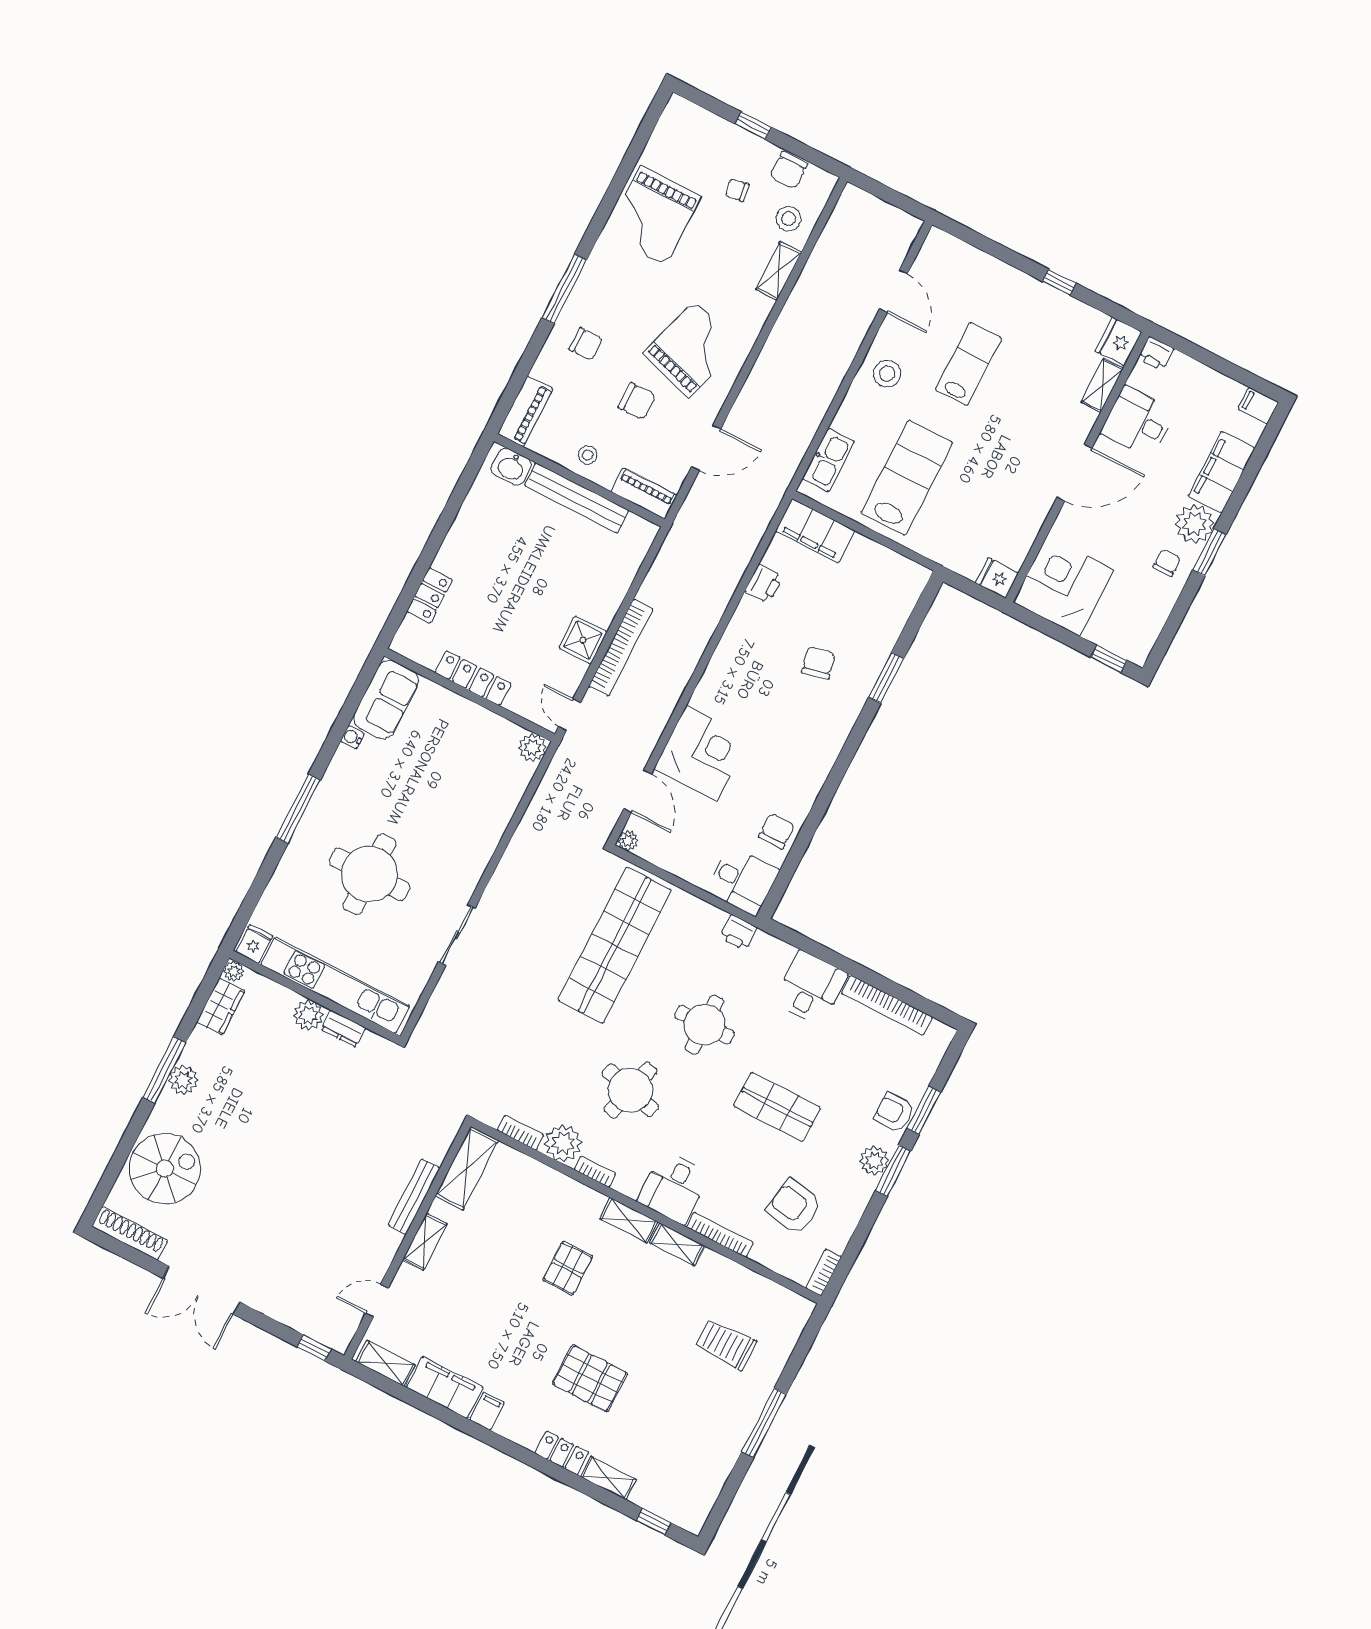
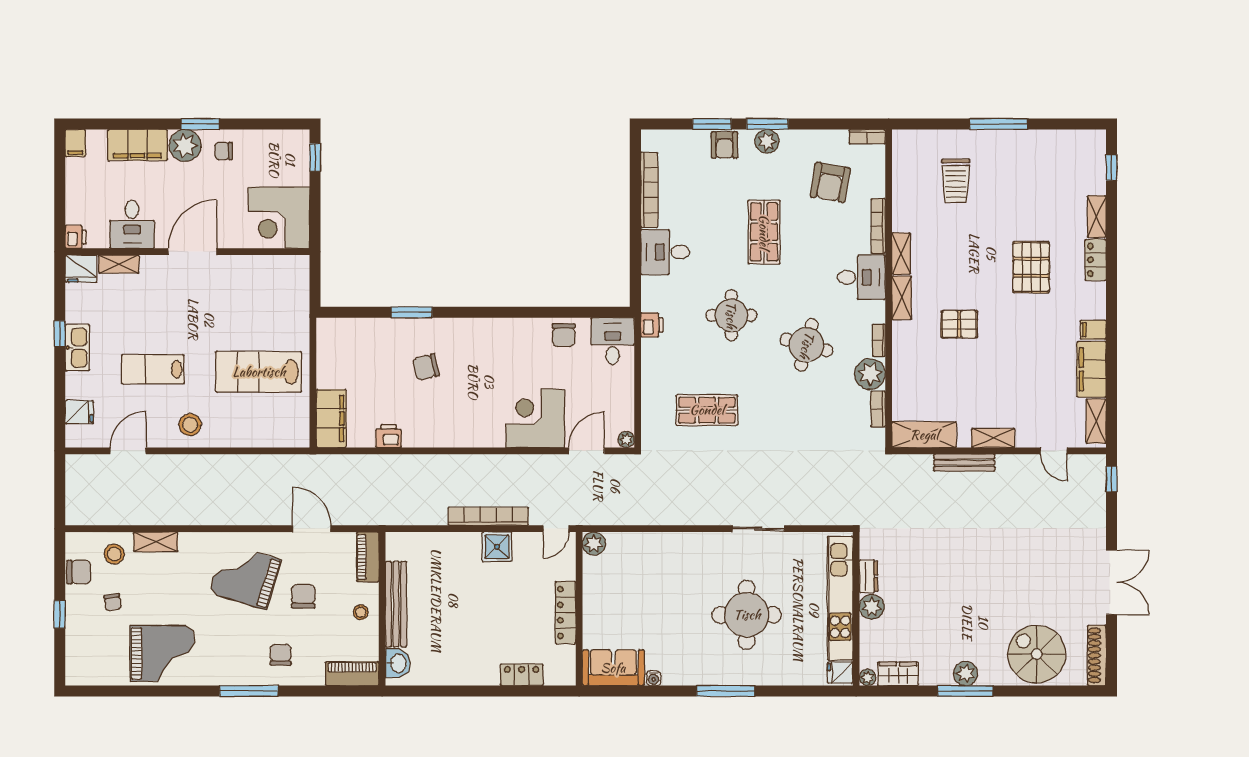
kitchen sink: (828, 460) -> (77, 348), moved, turned 90
door: (1075, 473) -> (192, 252), hinge flipped
fridge: (997, 578) -> (79, 412), moved, turned -90
chair: (777, 831) -> (564, 335), turned -90
shop shelf: (615, 945) -> (707, 410), width x0.50, depth x0.74

